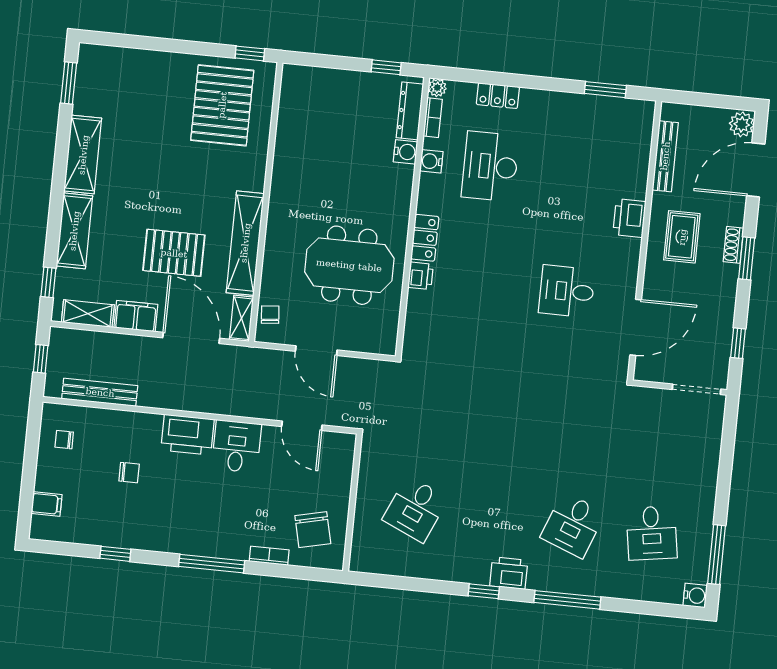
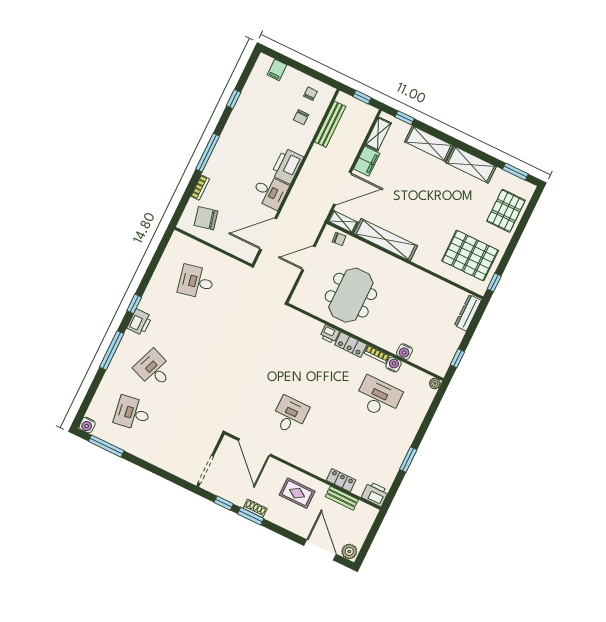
window: (605, 90) -> (408, 460), moved
locker: (498, 96) -> (341, 480), moved, turned 90
dresser: (410, 111) -> (468, 313), moved, turned -90
bookcase: (433, 118) -> (377, 354), moved
bench: (665, 156) -> (342, 498), width x0.73
printer: (629, 218) -> (375, 494), moved
shoe rack: (733, 245) -> (255, 508), moved
pallet: (174, 253) -> (506, 211), moved
window: (747, 258) -> (251, 516), moved
door: (302, 426) -> (268, 234), width x1.36
chair: (129, 473) -> (301, 117), moved
desk: (415, 509) -> (196, 282), turned -36

